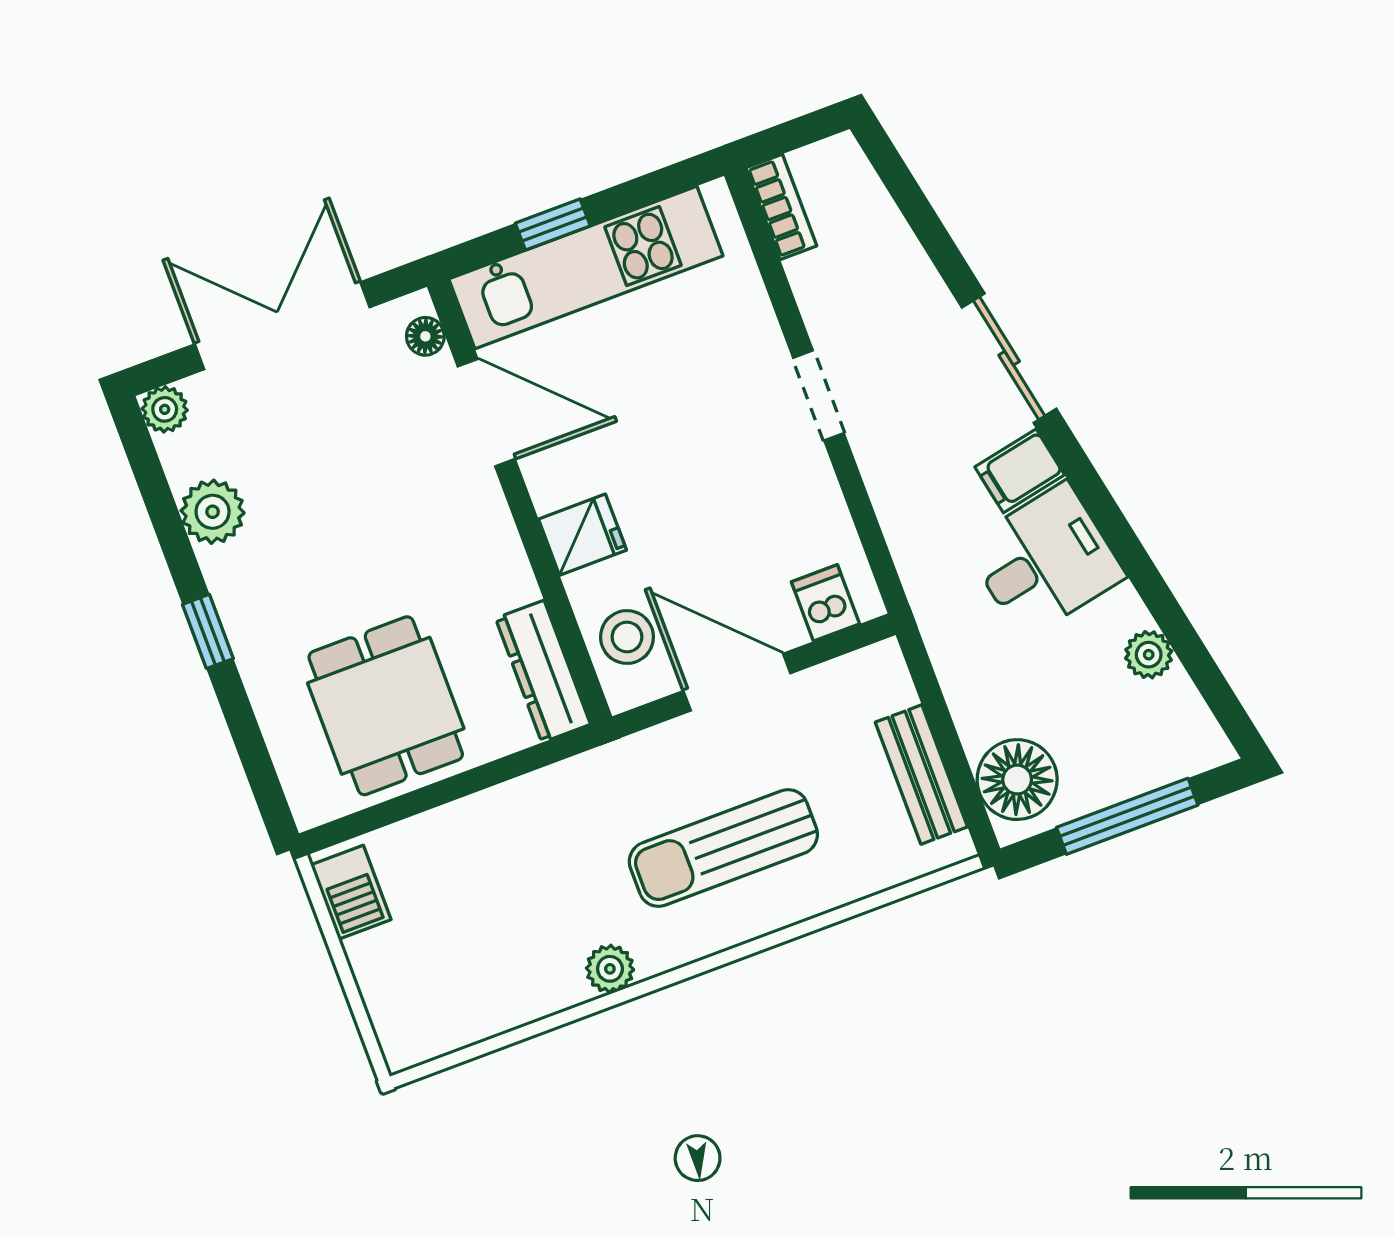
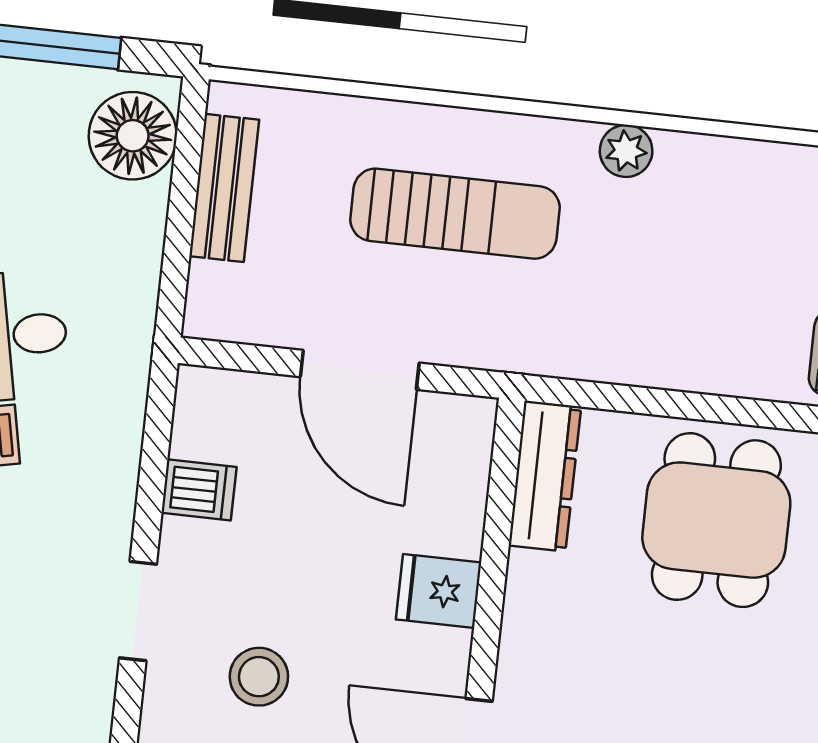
dishwasher: (825, 603) -> (199, 490), moved, turned -90
stool: (627, 637) -> (259, 677), moved

